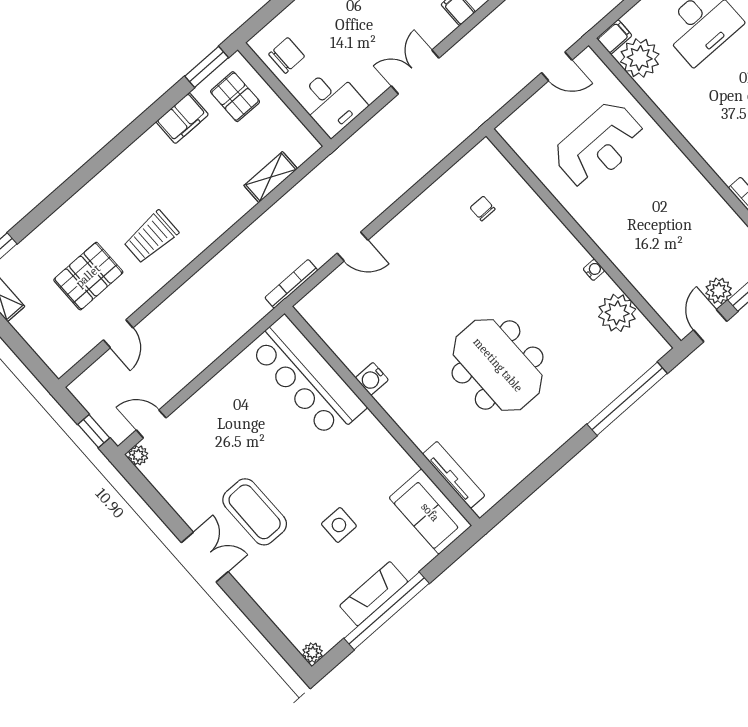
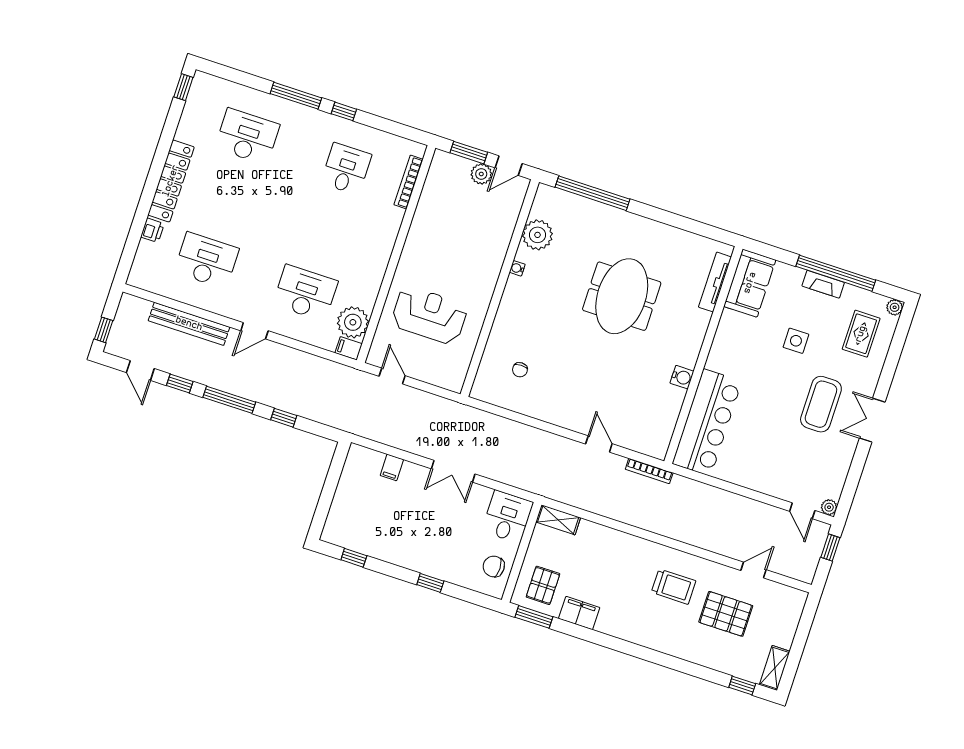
shelving: (271, 177) -> (558, 520), moved
fireplace: (374, 594) -> (823, 284), width x0.73, depth x0.76
rug: (305, 600) -> (861, 334), added

